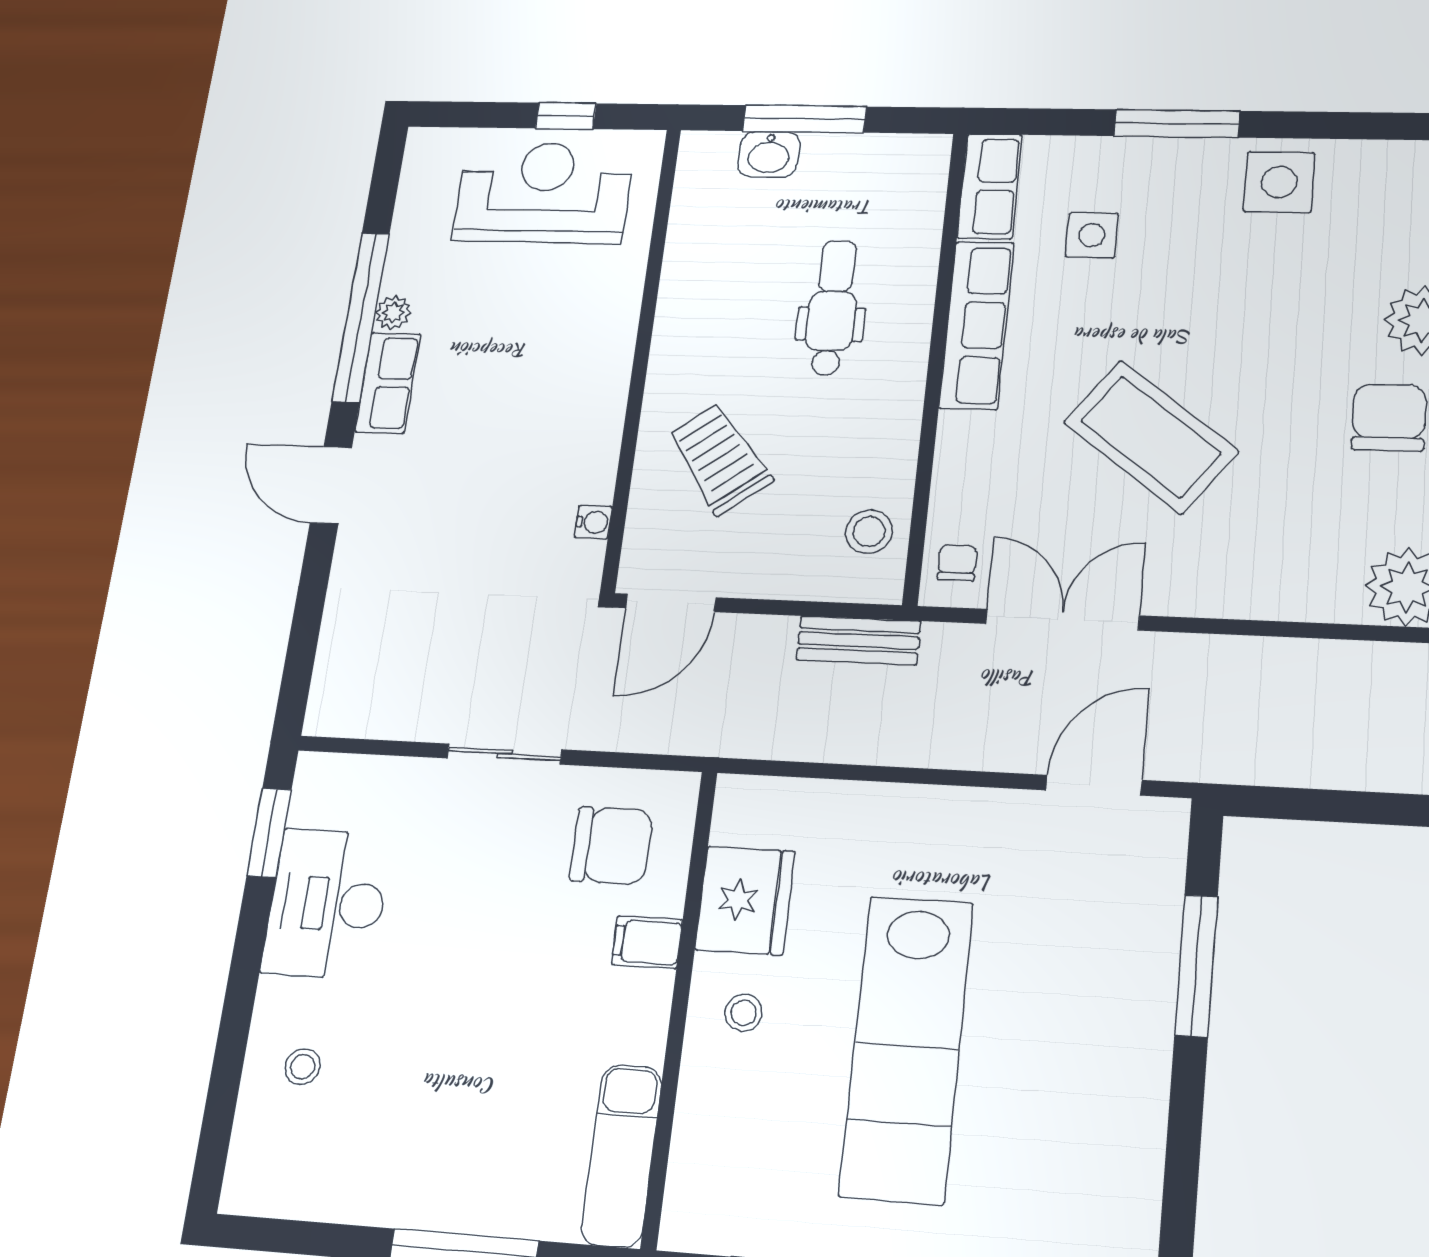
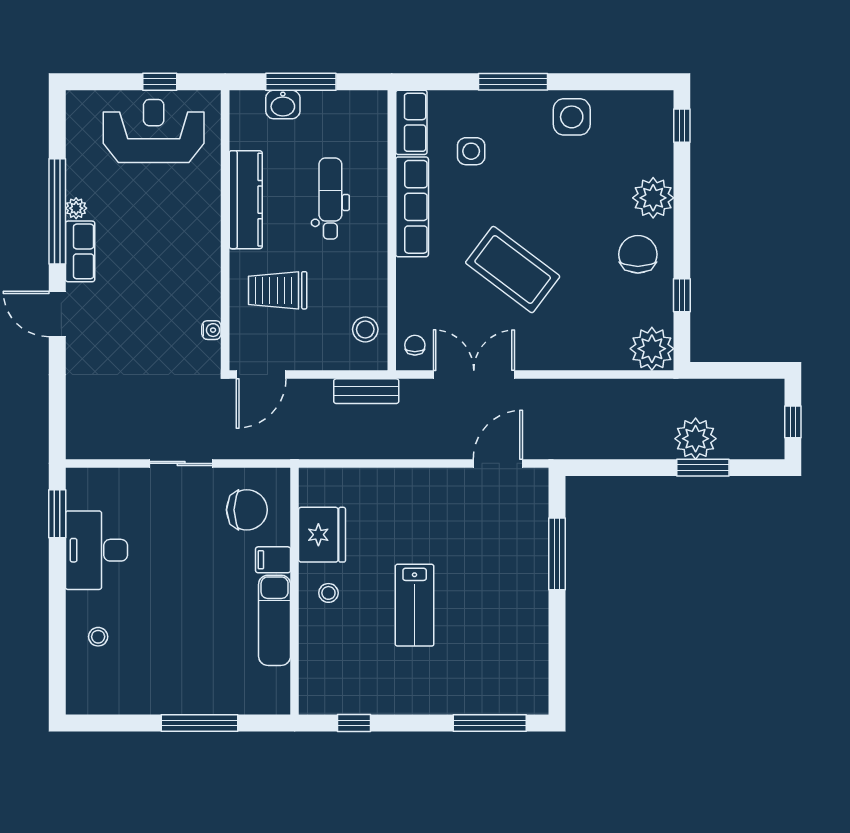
kitchen counter: (684, 306) -> (246, 200), added
trolley: (720, 458) -> (278, 290), turned -53
lab bench: (907, 1048) -> (415, 605), width x0.54, depth x0.72
exam couch: (622, 1155) -> (275, 620), moved

